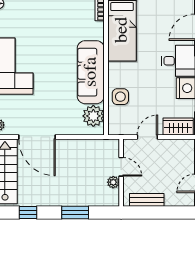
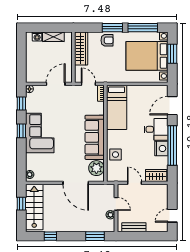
door: (37, 137) -> (76, 183), moved
door: (147, 137) -> (134, 183), hinge flipped
window: (75, 212) -> (95, 236), moved

